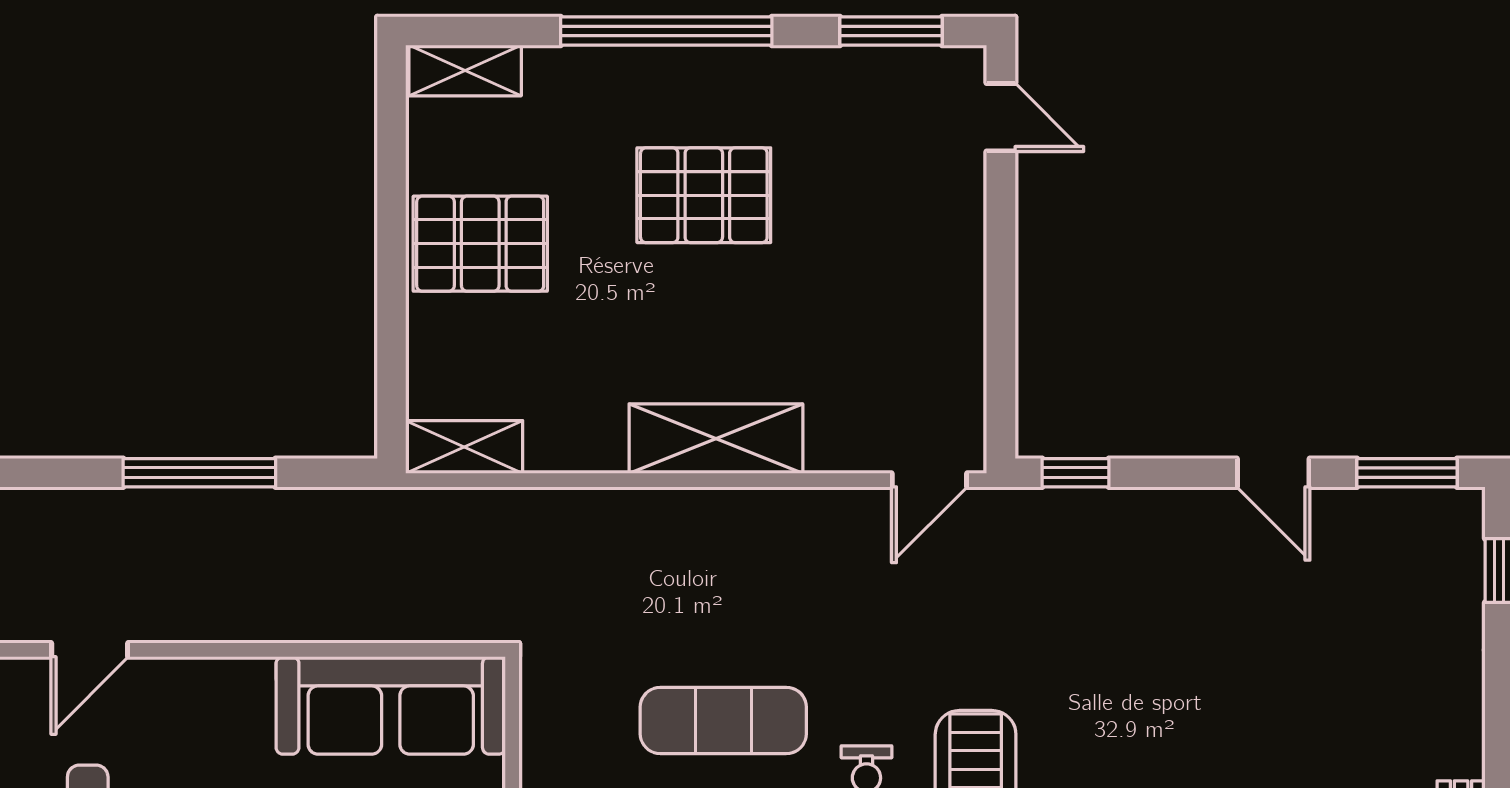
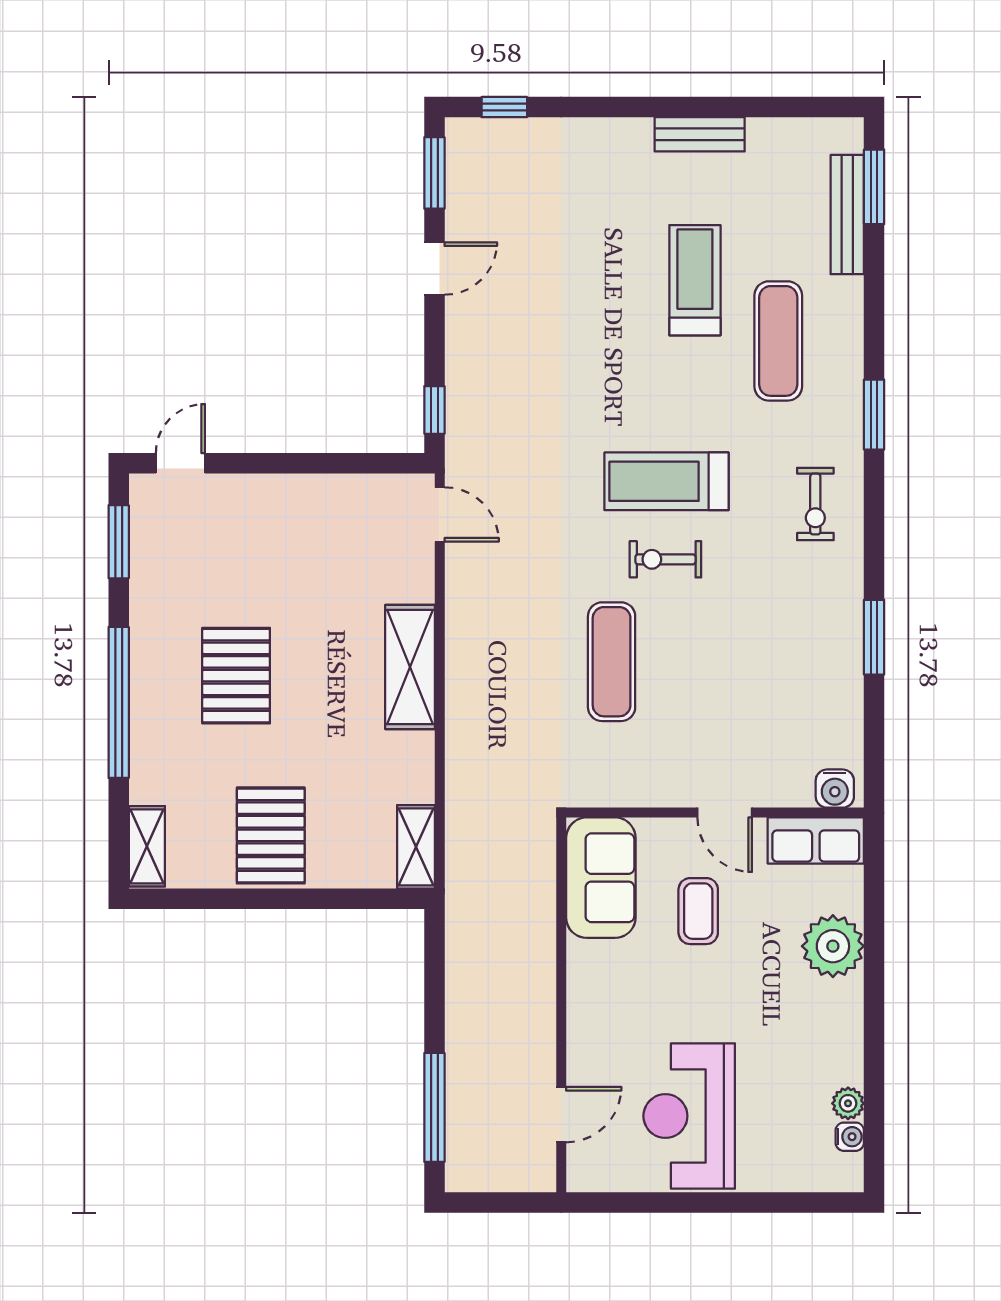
window: (199, 473) -> (434, 1107), moved
door: (90, 650) -> (561, 1115), hinge flipped
sofa: (391, 705) -> (601, 878), width x0.73

